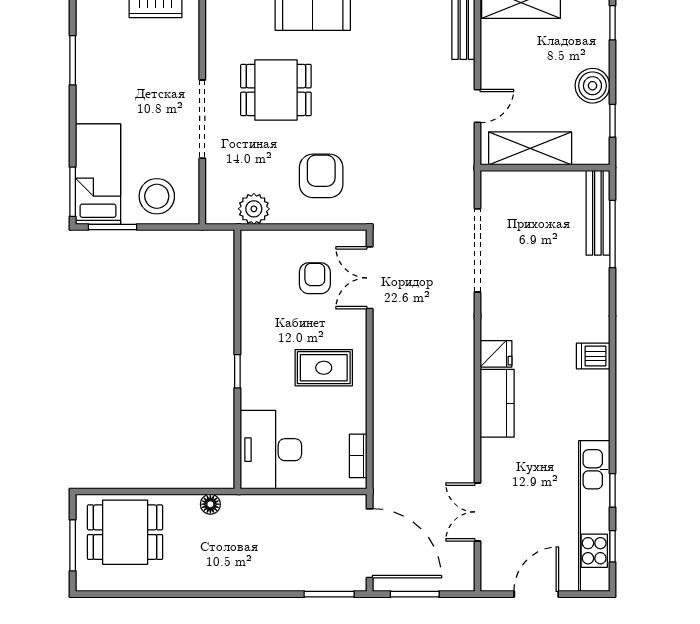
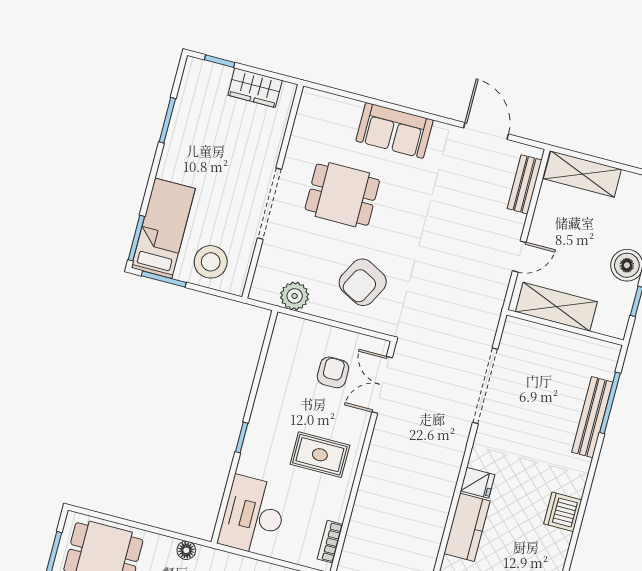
armchair: (321, 176) -> (363, 282), turned -152
bench: (598, 213) -> (592, 417), moved
dishwasher: (593, 356) -> (563, 512), width x1.38

